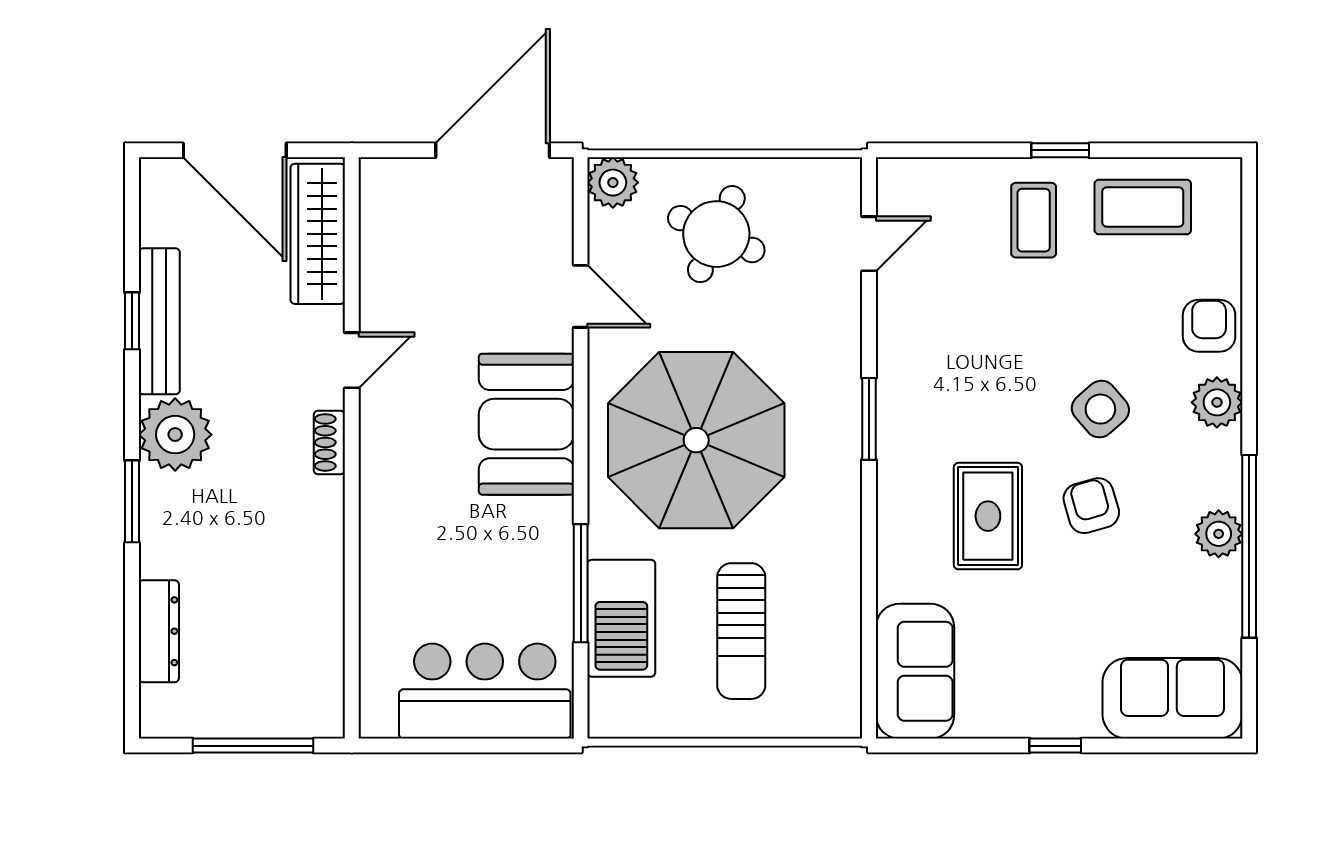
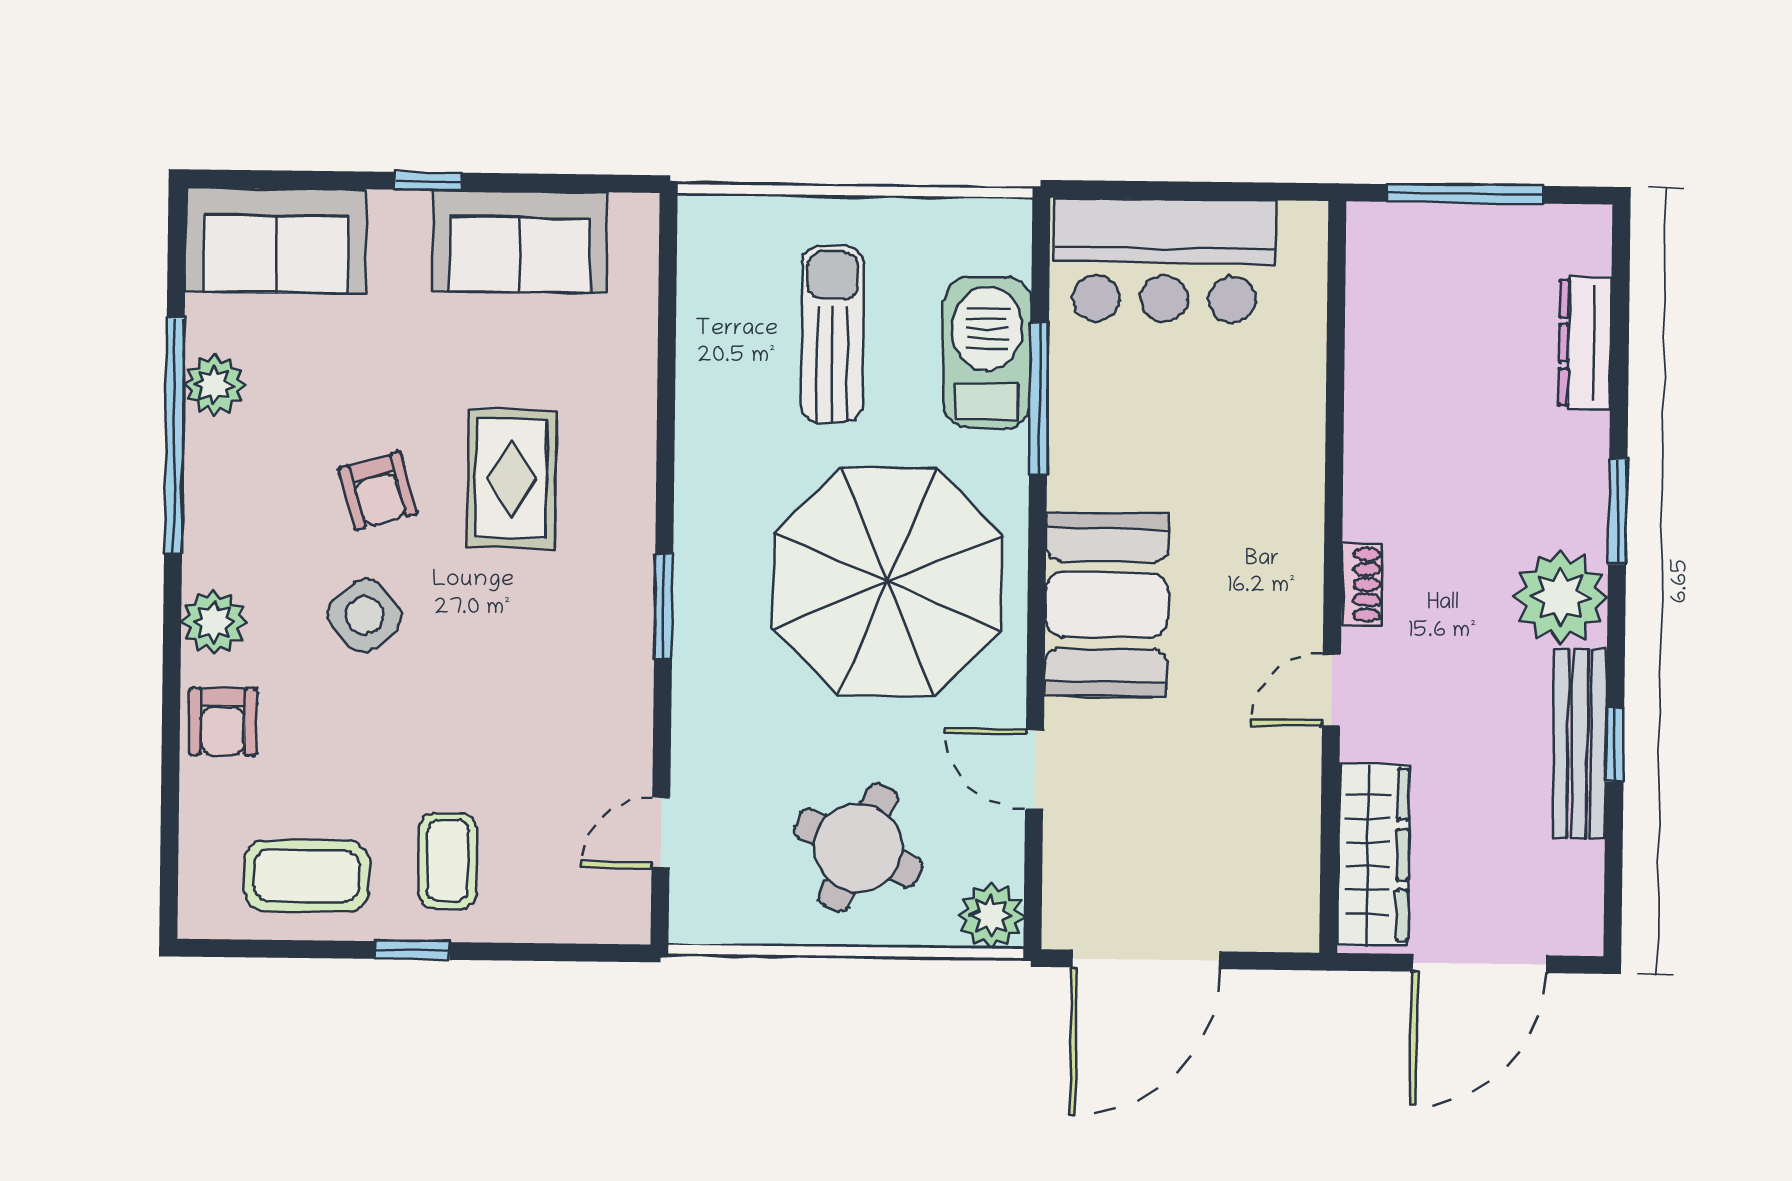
door: (235, 150) -> (1479, 964), swing flipped
plant: (1219, 534) -> (214, 385), moved
sofa: (915, 671) -> (520, 242), moved, turned -90

